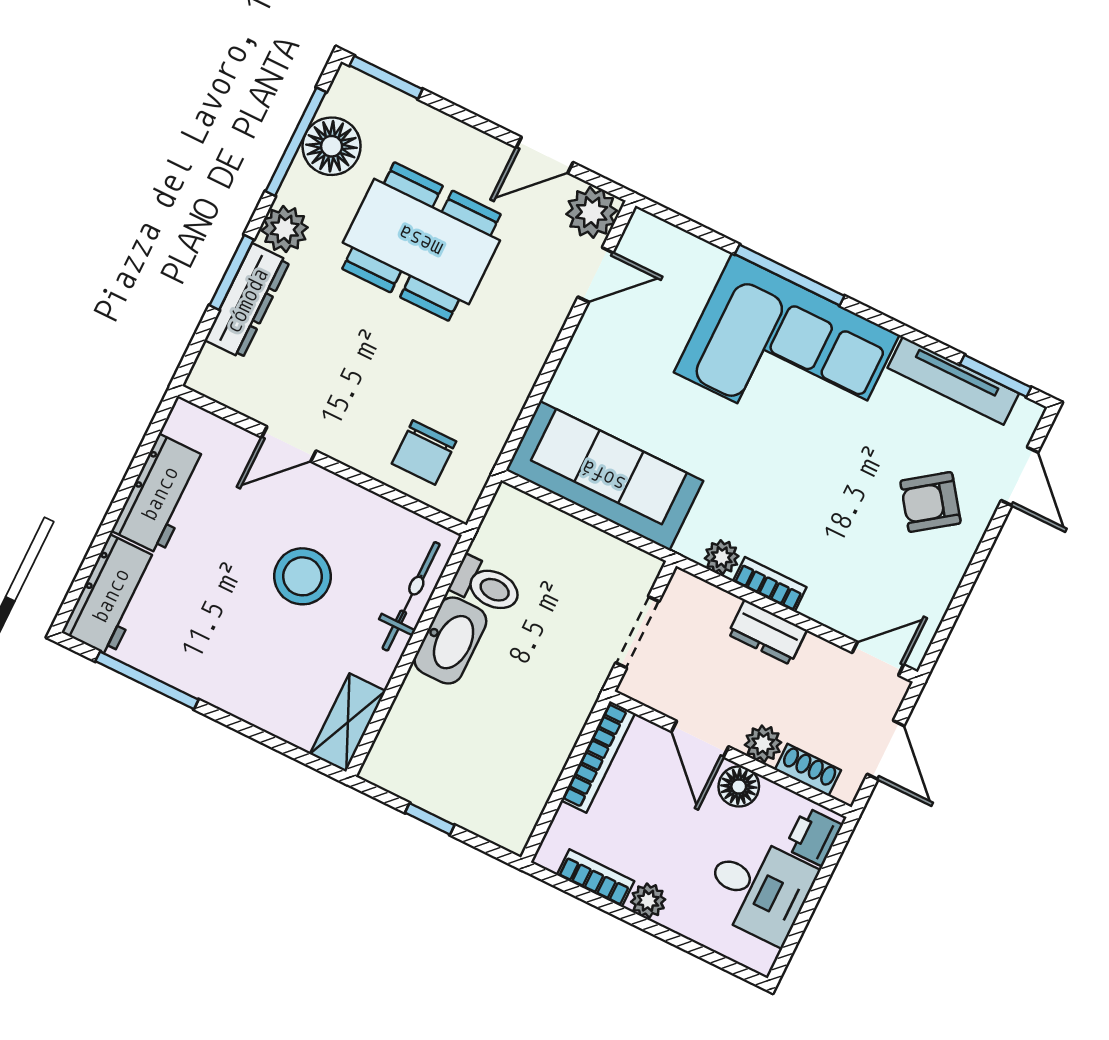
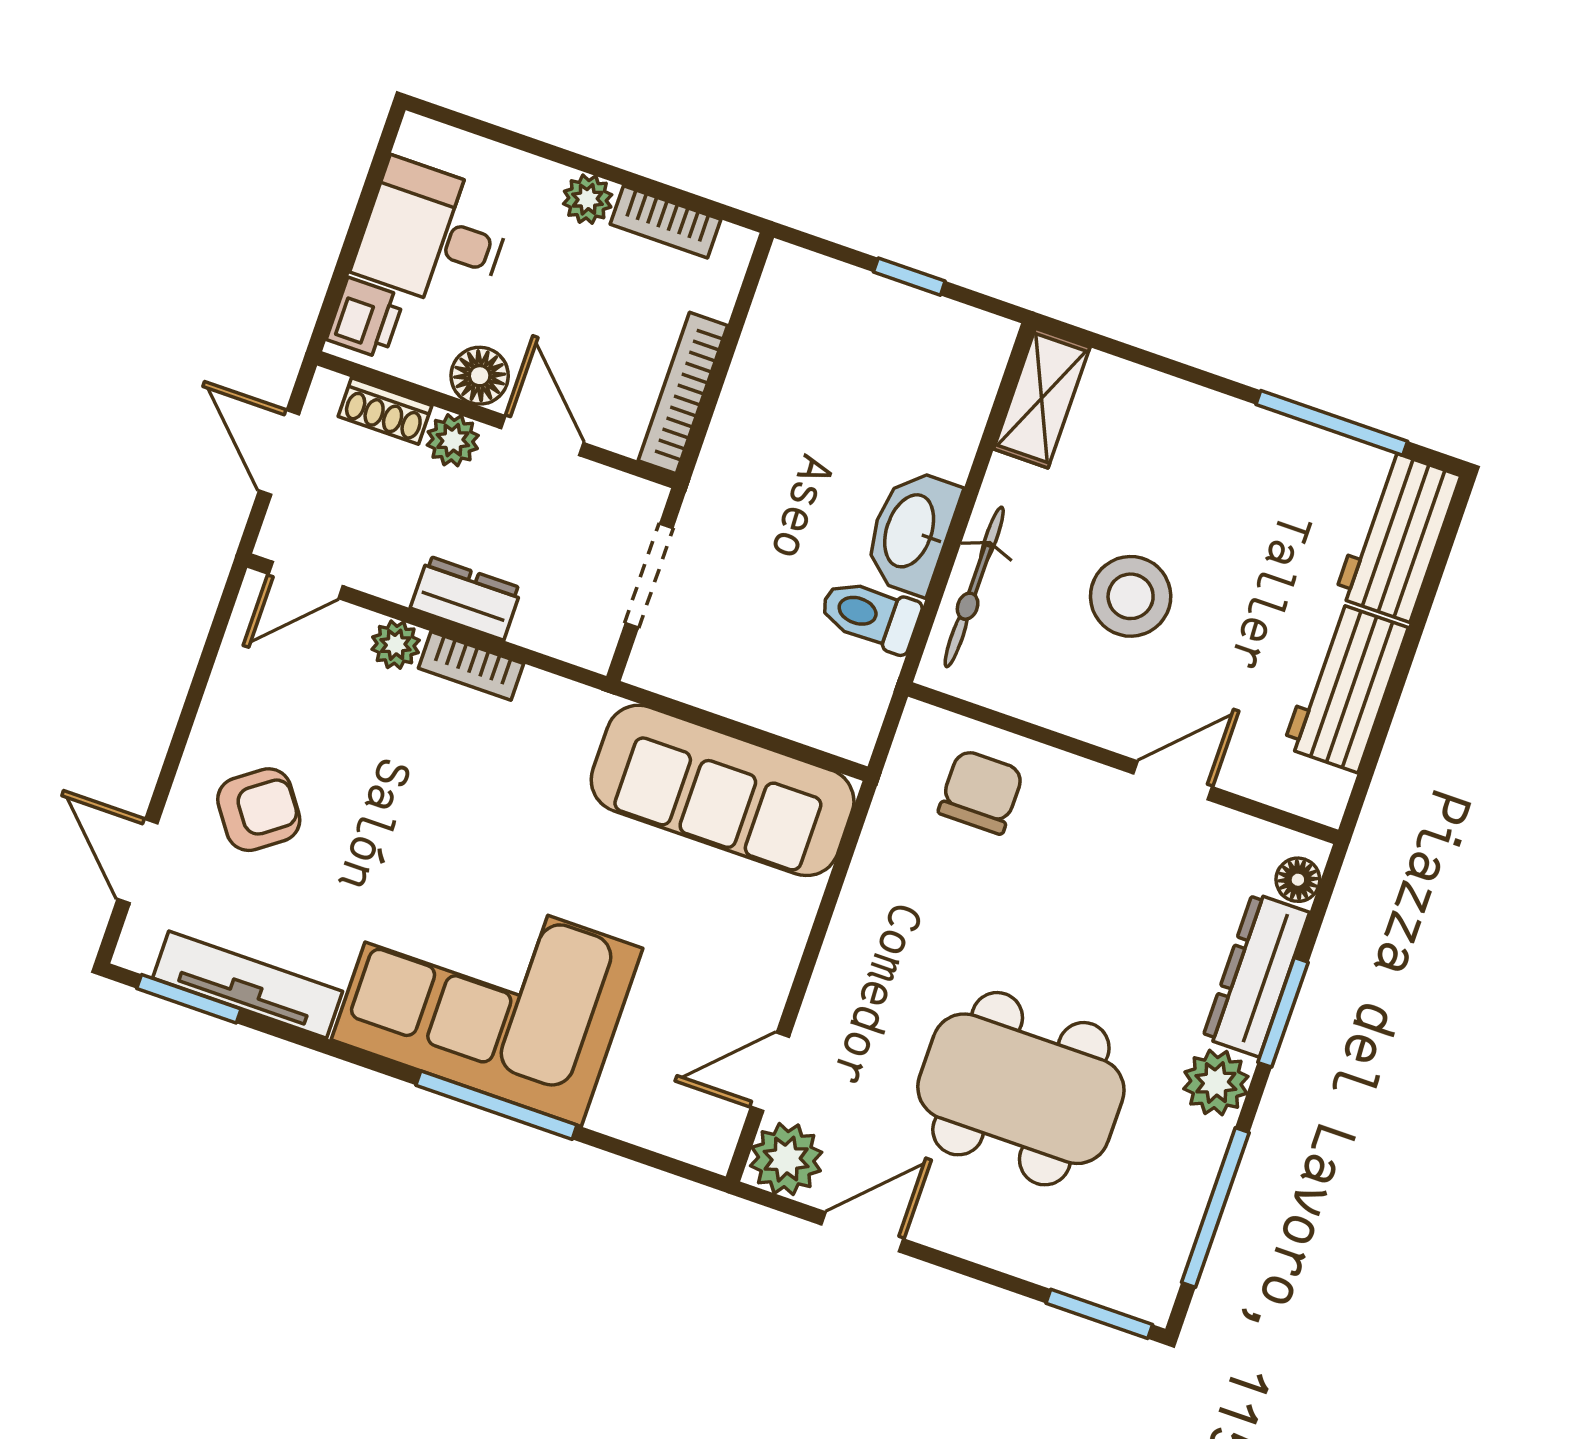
floor lamp: (332, 146) -> (1298, 880), moved, width x0.53, depth x0.53
plant: (722, 557) -> (396, 645), moved

